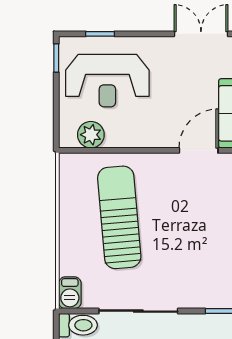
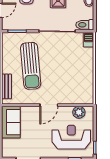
door: (199, 150) -> (49, 105), moved
sun lounger: (119, 217) -> (31, 66), moved

